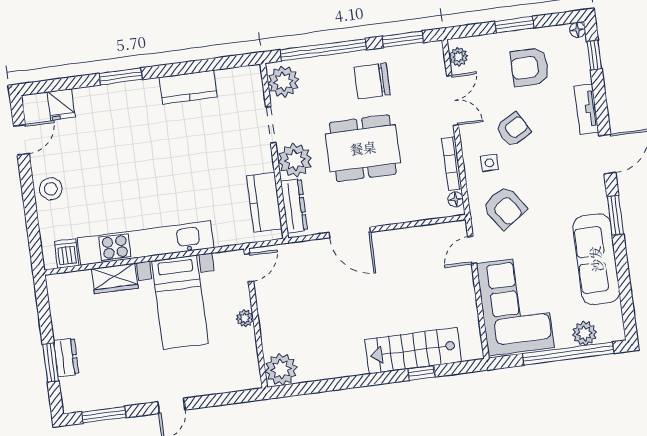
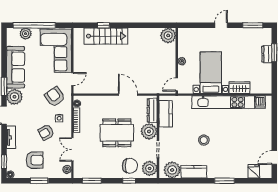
window: (323, 50) -> (129, 181), width x0.32
chair: (372, 81) -> (130, 166), moved
plant: (235, 85) -> (172, 170), added
stool: (51, 189) -> (204, 140), moved
plant: (590, 196) -> (15, 97), added

